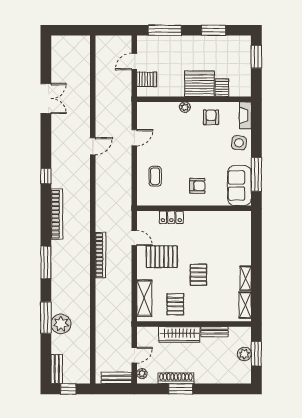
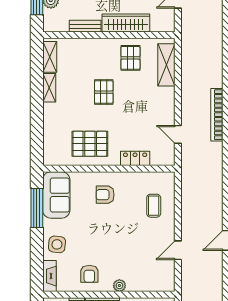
pallet: (162, 257) -> (90, 144), moved

